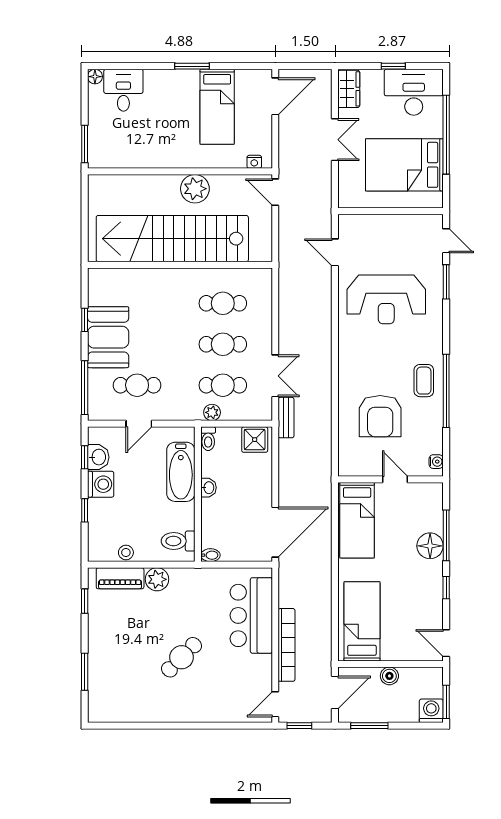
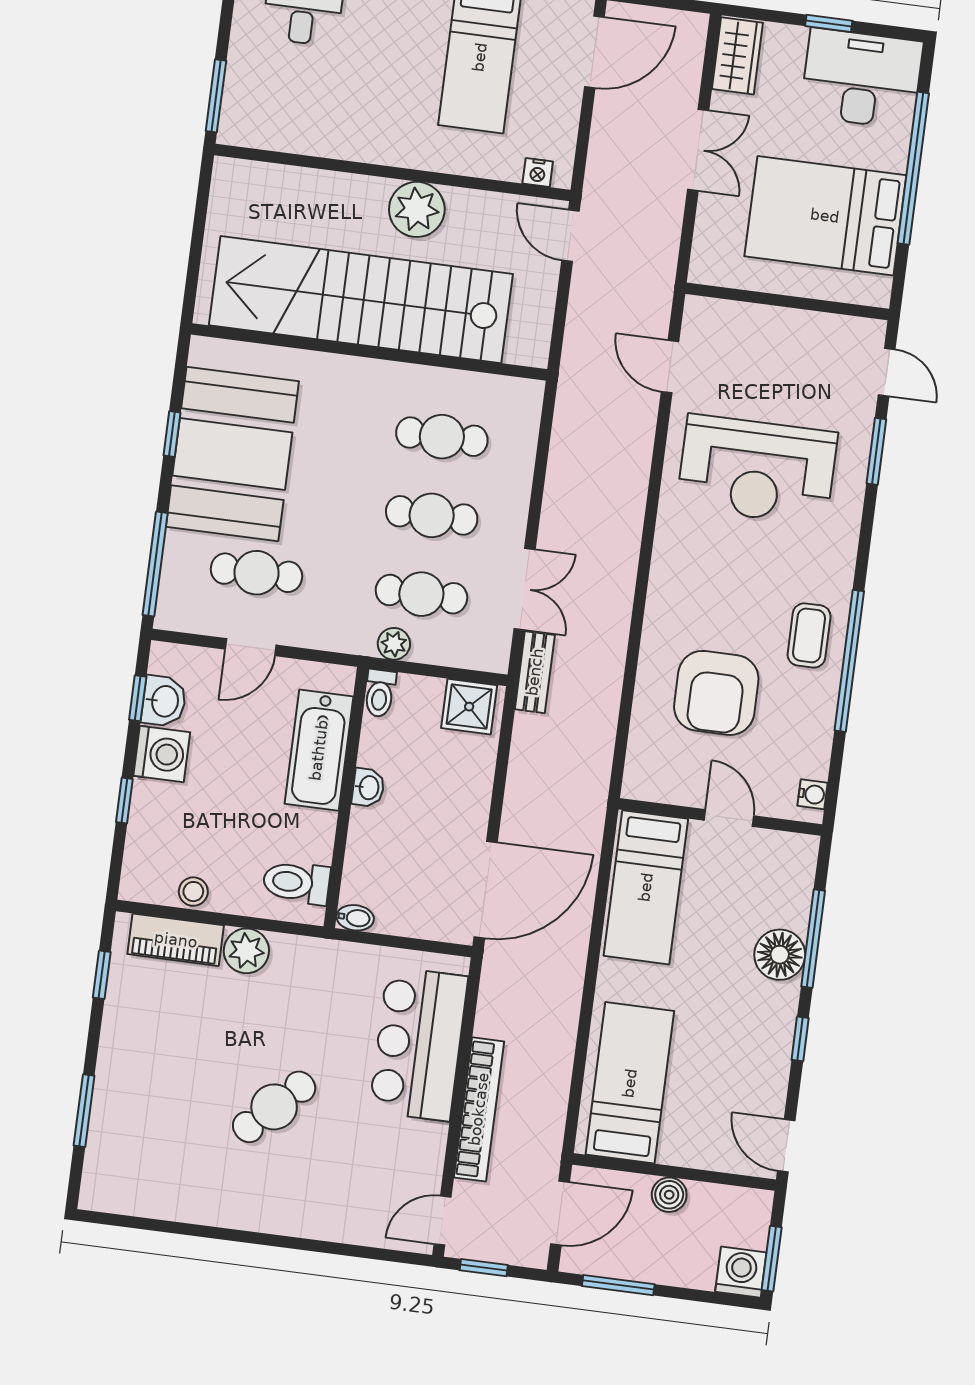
booth: (108, 337) -> (232, 454), width x1.36, depth x1.42

